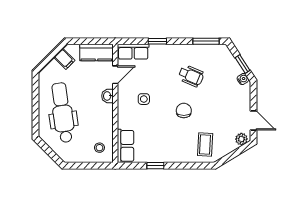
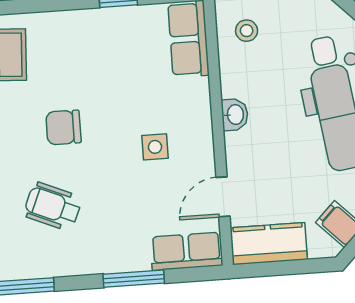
window: (157, 41) -> (134, 279), width x1.50
washbasin: (107, 96) -> (235, 115), moved
chair: (184, 111) -> (63, 127), turned 90

